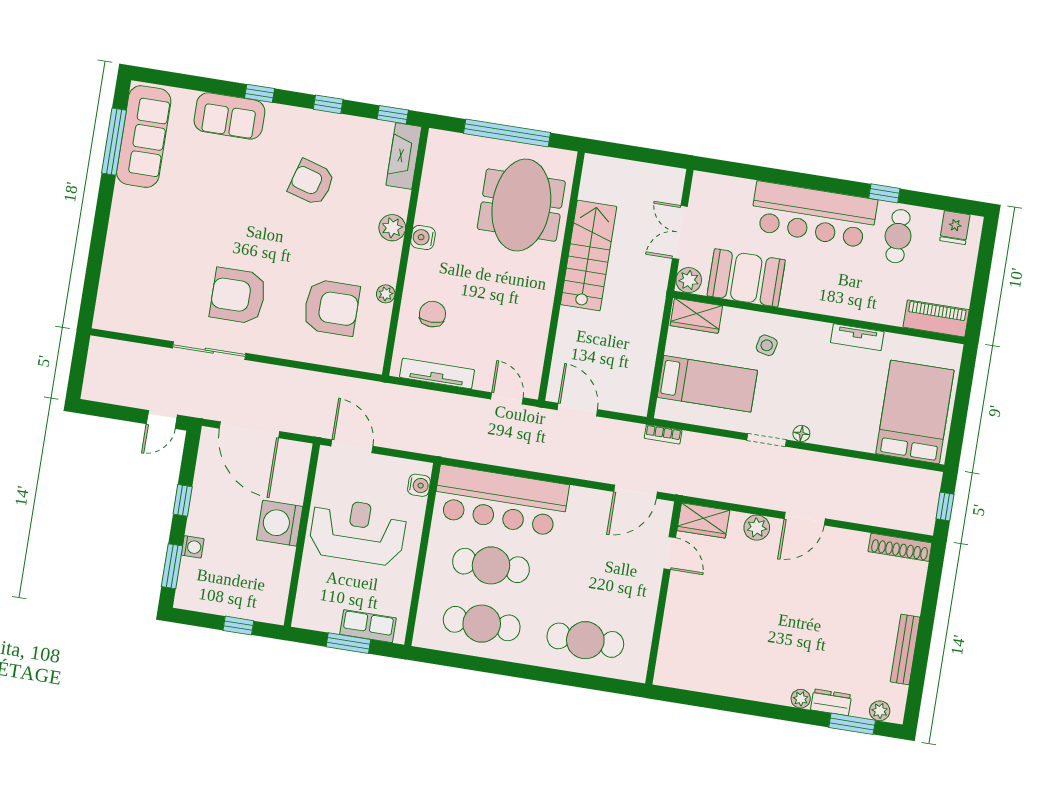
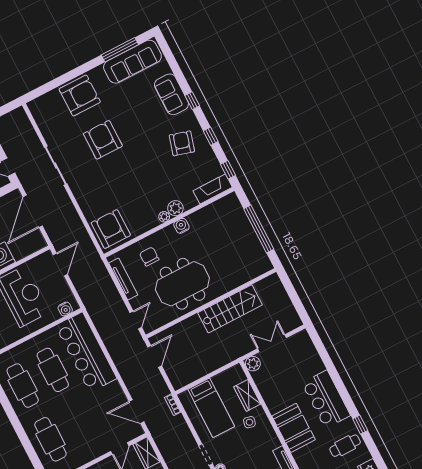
armchair: (311, 182) -> (182, 143), moved
meeting table: (521, 205) -> (182, 284), moved
bar counter: (814, 215) -> (326, 399), width x0.73
armchair: (136, 245) -> (80, 95), added
booth: (746, 278) -> (294, 428), moved
plant: (386, 294) -> (164, 217), moved
armchair: (238, 296) -> (103, 140), moved
armchair: (331, 308) -> (111, 229), moved, turned 180
chair: (432, 314) -> (149, 256), turned -90
wardrobe: (696, 316) -> (247, 395), moved

